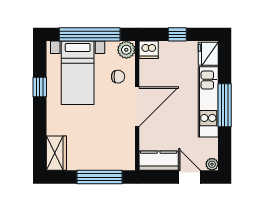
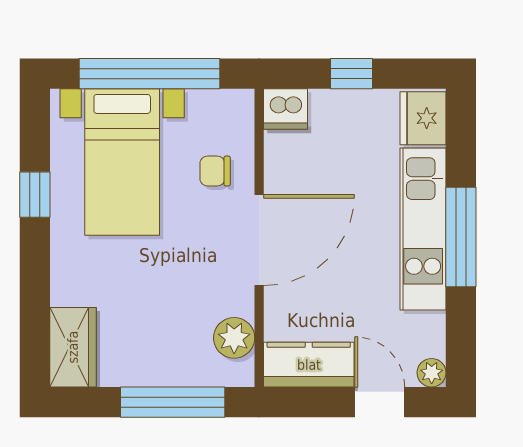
plant: (126, 50) -> (234, 338), moved
chair: (118, 77) -> (215, 171), turned 180

